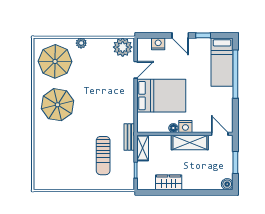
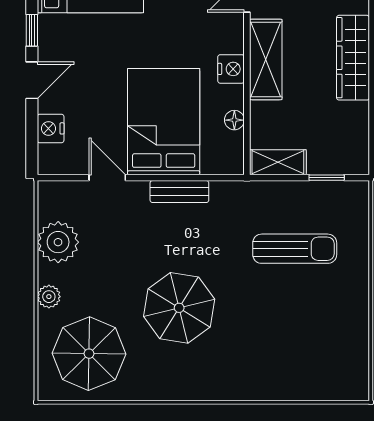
plant: (123, 47) -> (58, 242), moved
parasol: (57, 105) -> (179, 308), moved
floor lamp: (173, 128) -> (234, 120), moved
bench: (129, 137) -> (179, 192), moved
wardrobe: (169, 182) -> (353, 58), moved, width x1.50

